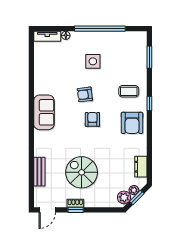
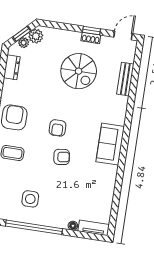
side table: (93, 61) -> (30, 199), moved

